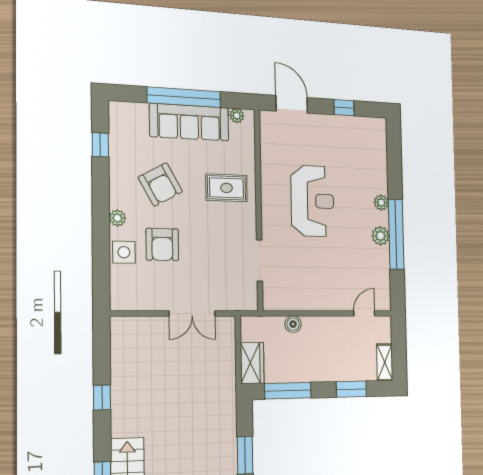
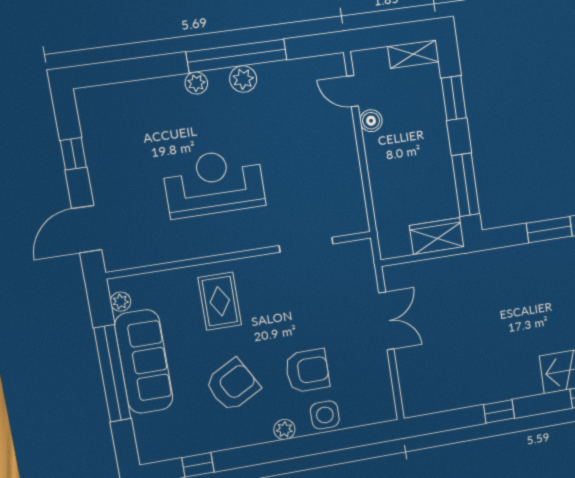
boiler: (293, 324) -> (371, 121), moved

